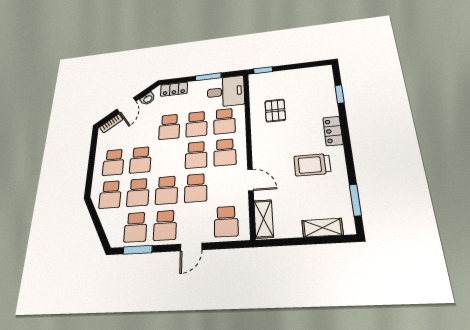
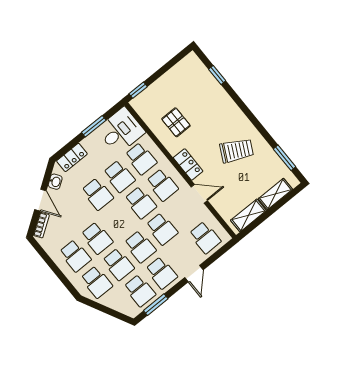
locker: (333, 131) -> (188, 164), moved, turned 180
trolley: (312, 165) -> (237, 150), turned -153
shelving: (264, 219) -> (248, 215), moved, turned 90

